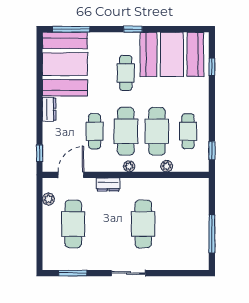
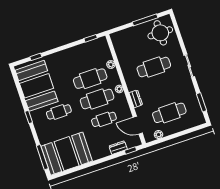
dresser: (49, 109) -> (118, 148), moved
cafe table: (188, 131) -> (83, 58), removed
round table: (187, 249) -> (160, 33), added

